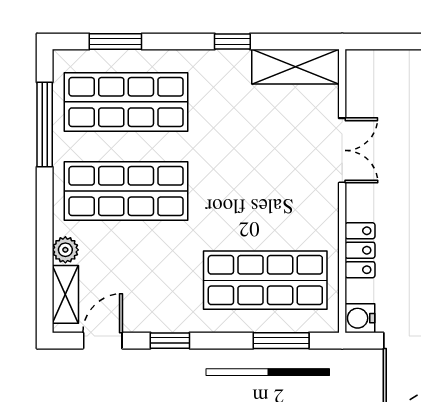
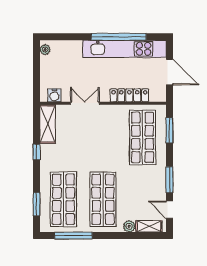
locker: (360, 250) -> (129, 95), width x1.53
water cooler: (360, 318) -> (54, 95), moved
window: (170, 341) -> (169, 180), width x1.50

